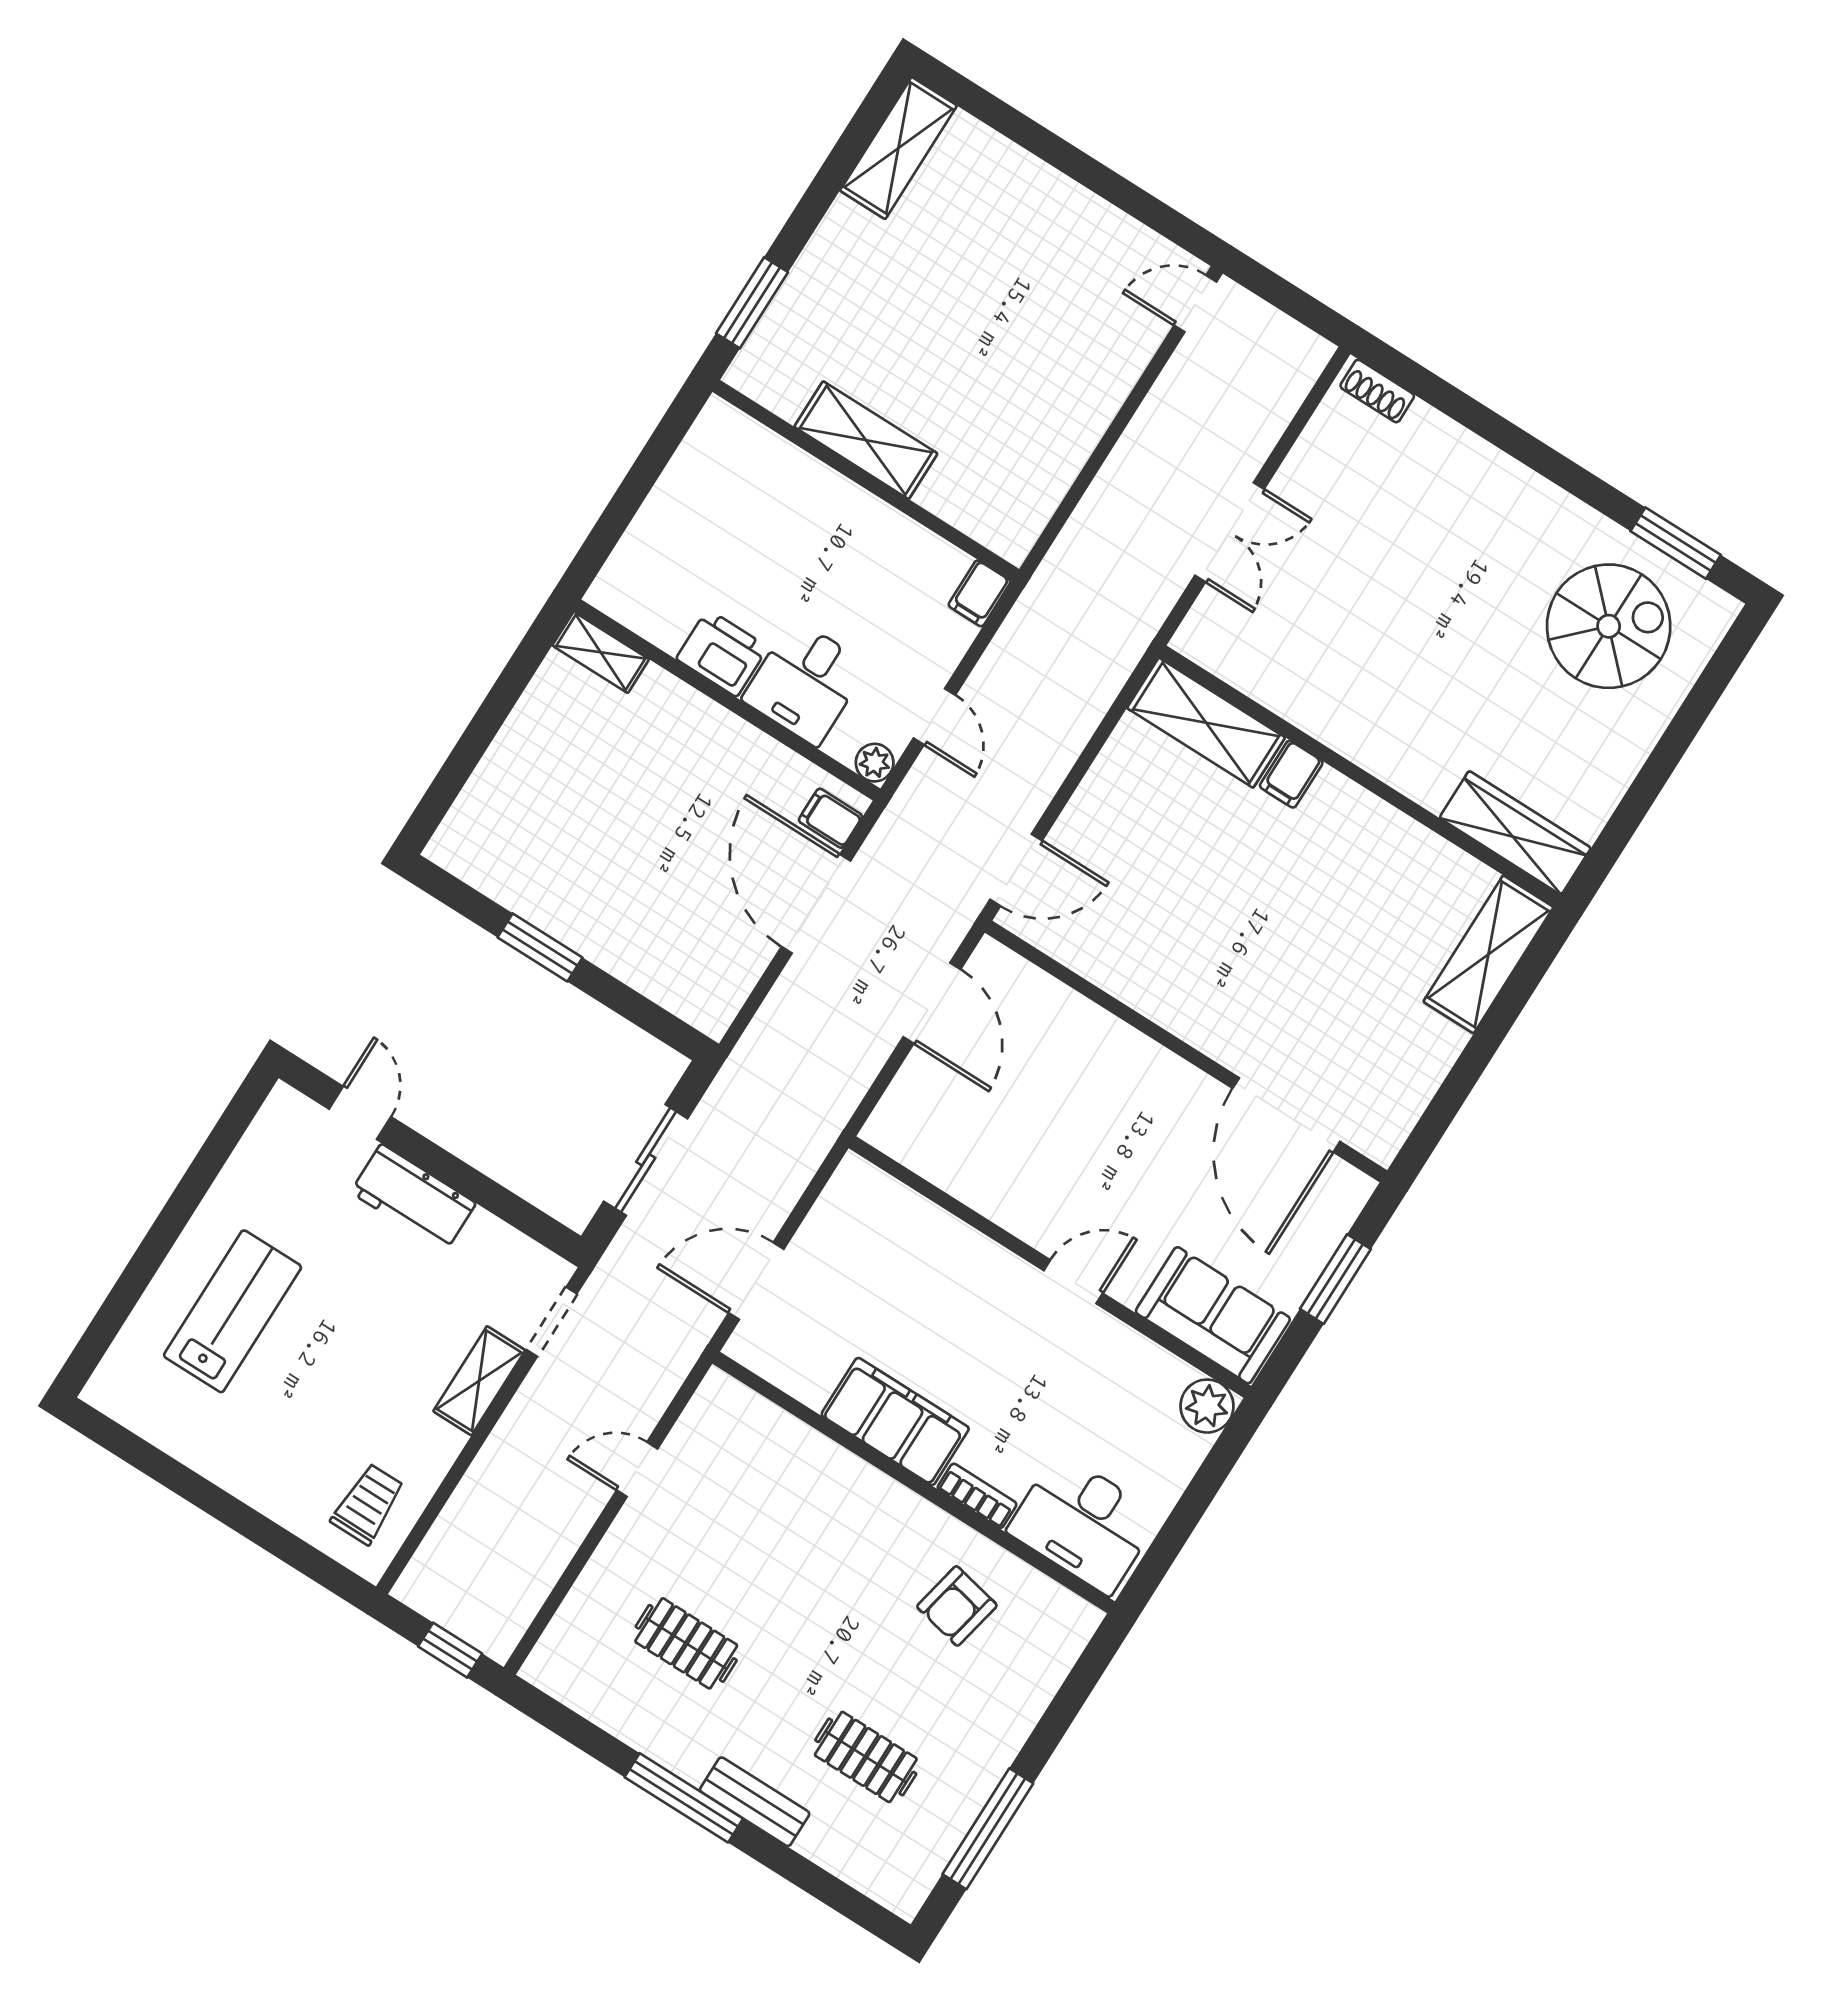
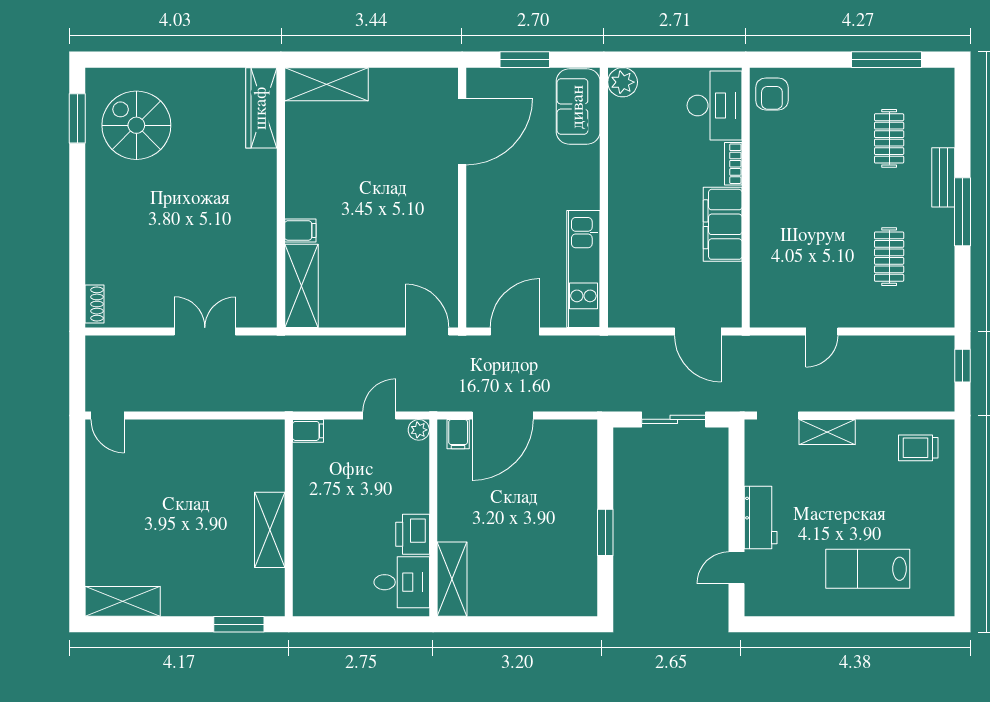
shelving: (601, 652) -> (452, 579), width x1.50, depth x1.33
desk: (805, 682) -> (402, 582), moved
kitchen unit: (961, 1167) -> (583, 269), added
door: (1073, 1282) -> (604, 182), removed
door: (637, 1469) -> (822, 331), hinge flipped
armchair: (957, 1606) -> (772, 94), moved, turned 78

